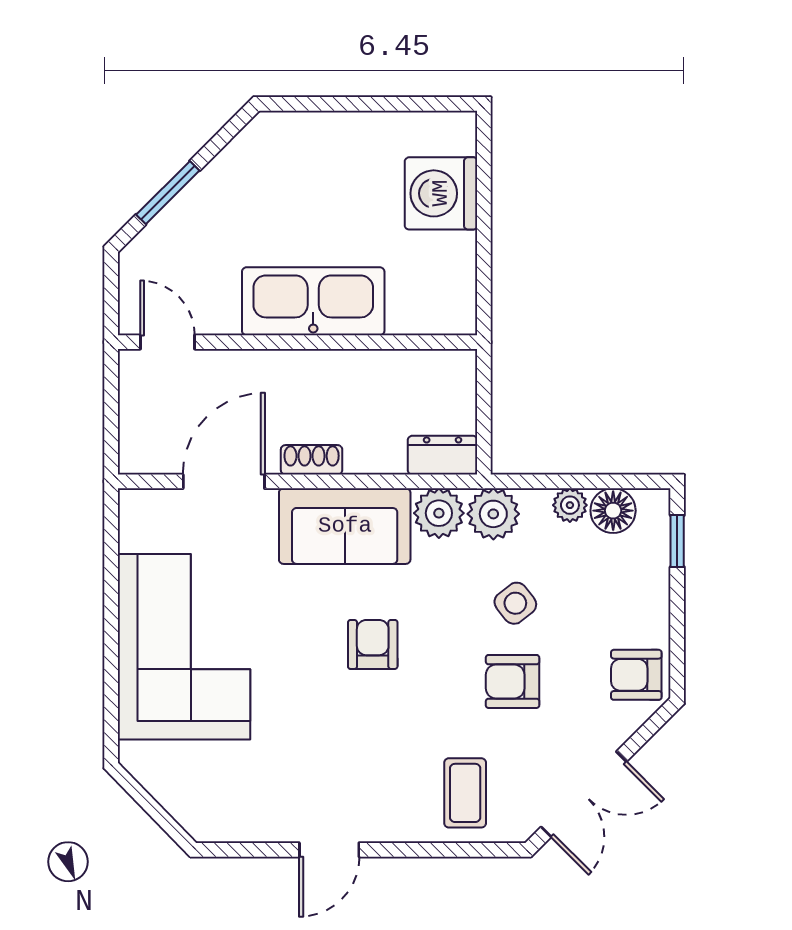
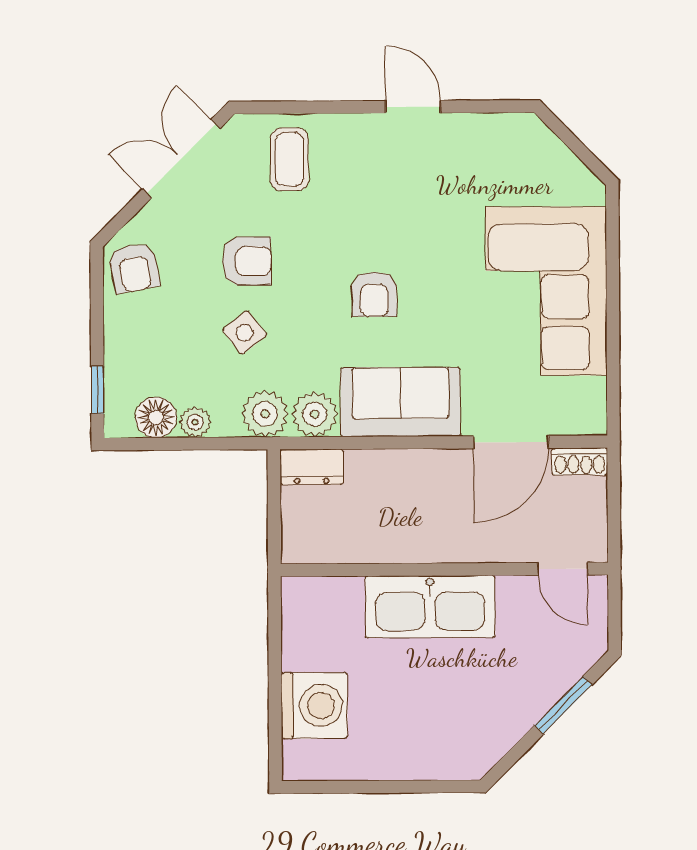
shoe rack: (312, 460) -> (580, 461), moved
armchair: (636, 675) -> (134, 268), turned 79
door: (329, 850) -> (413, 107), hinge flipped

